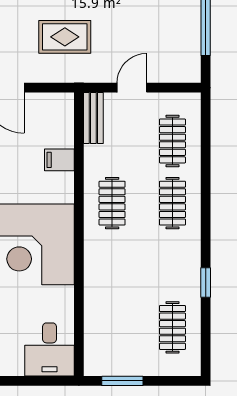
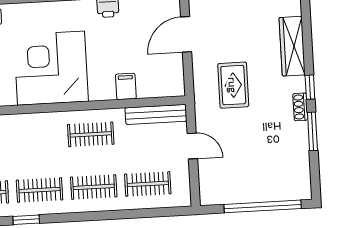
bench: (93, 118) -> (156, 114), width x1.36
clothes rail: (172, 265) -> (40, 190), added

